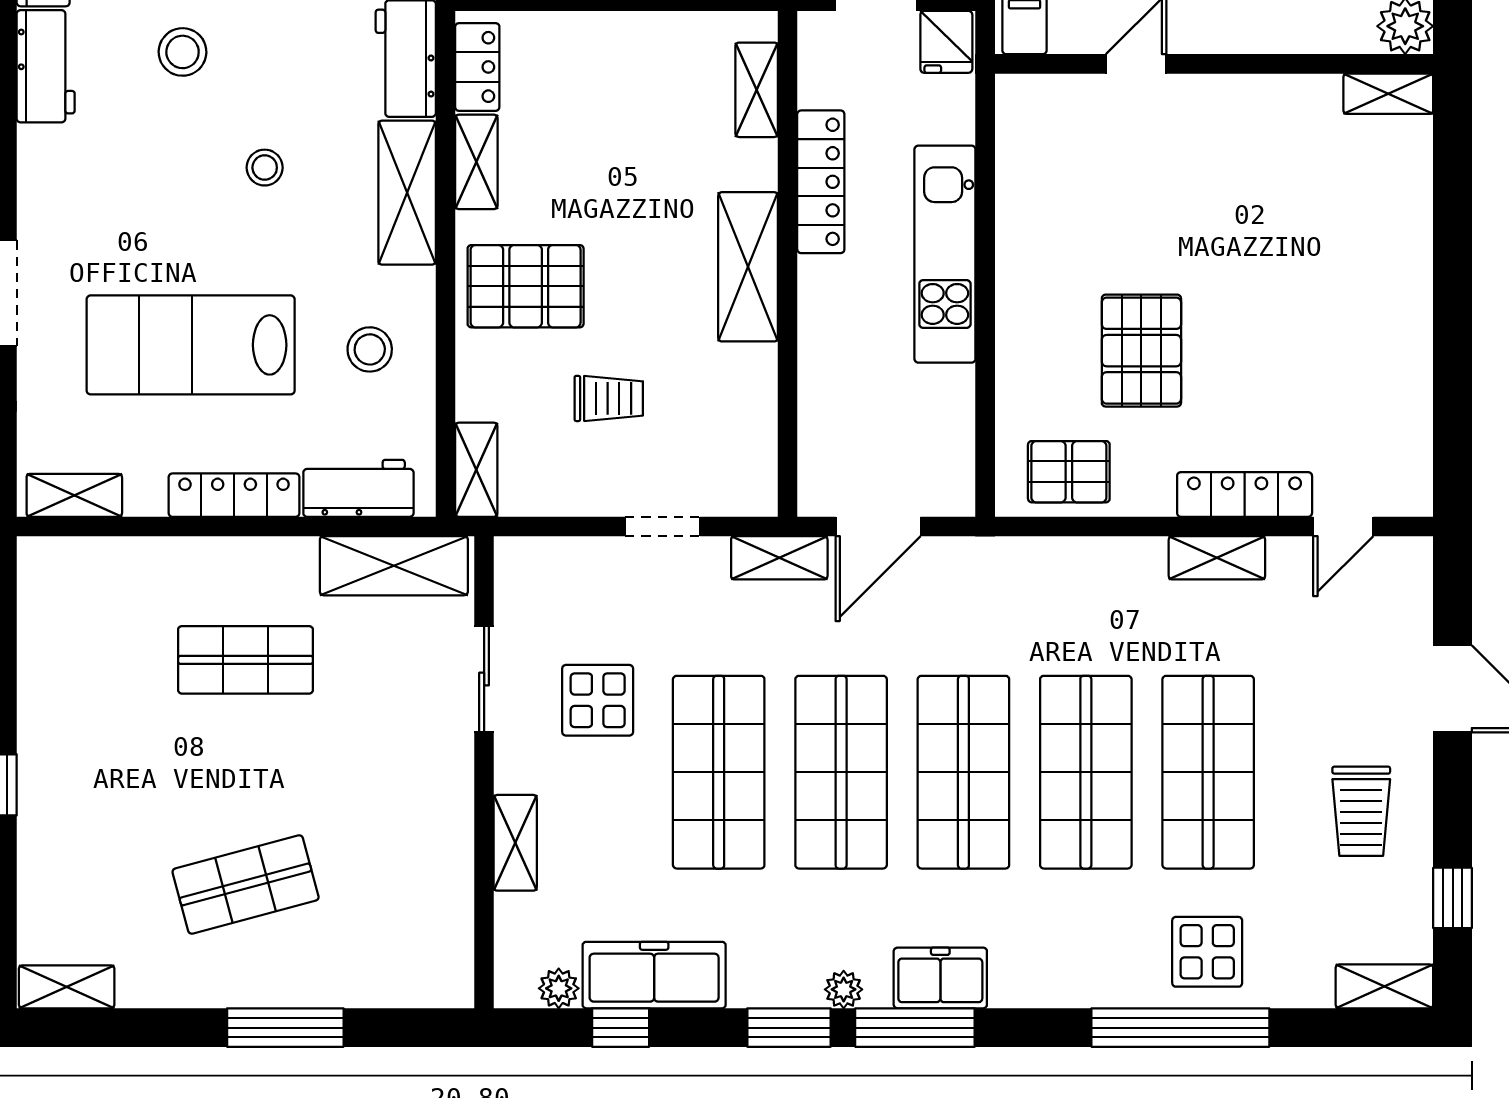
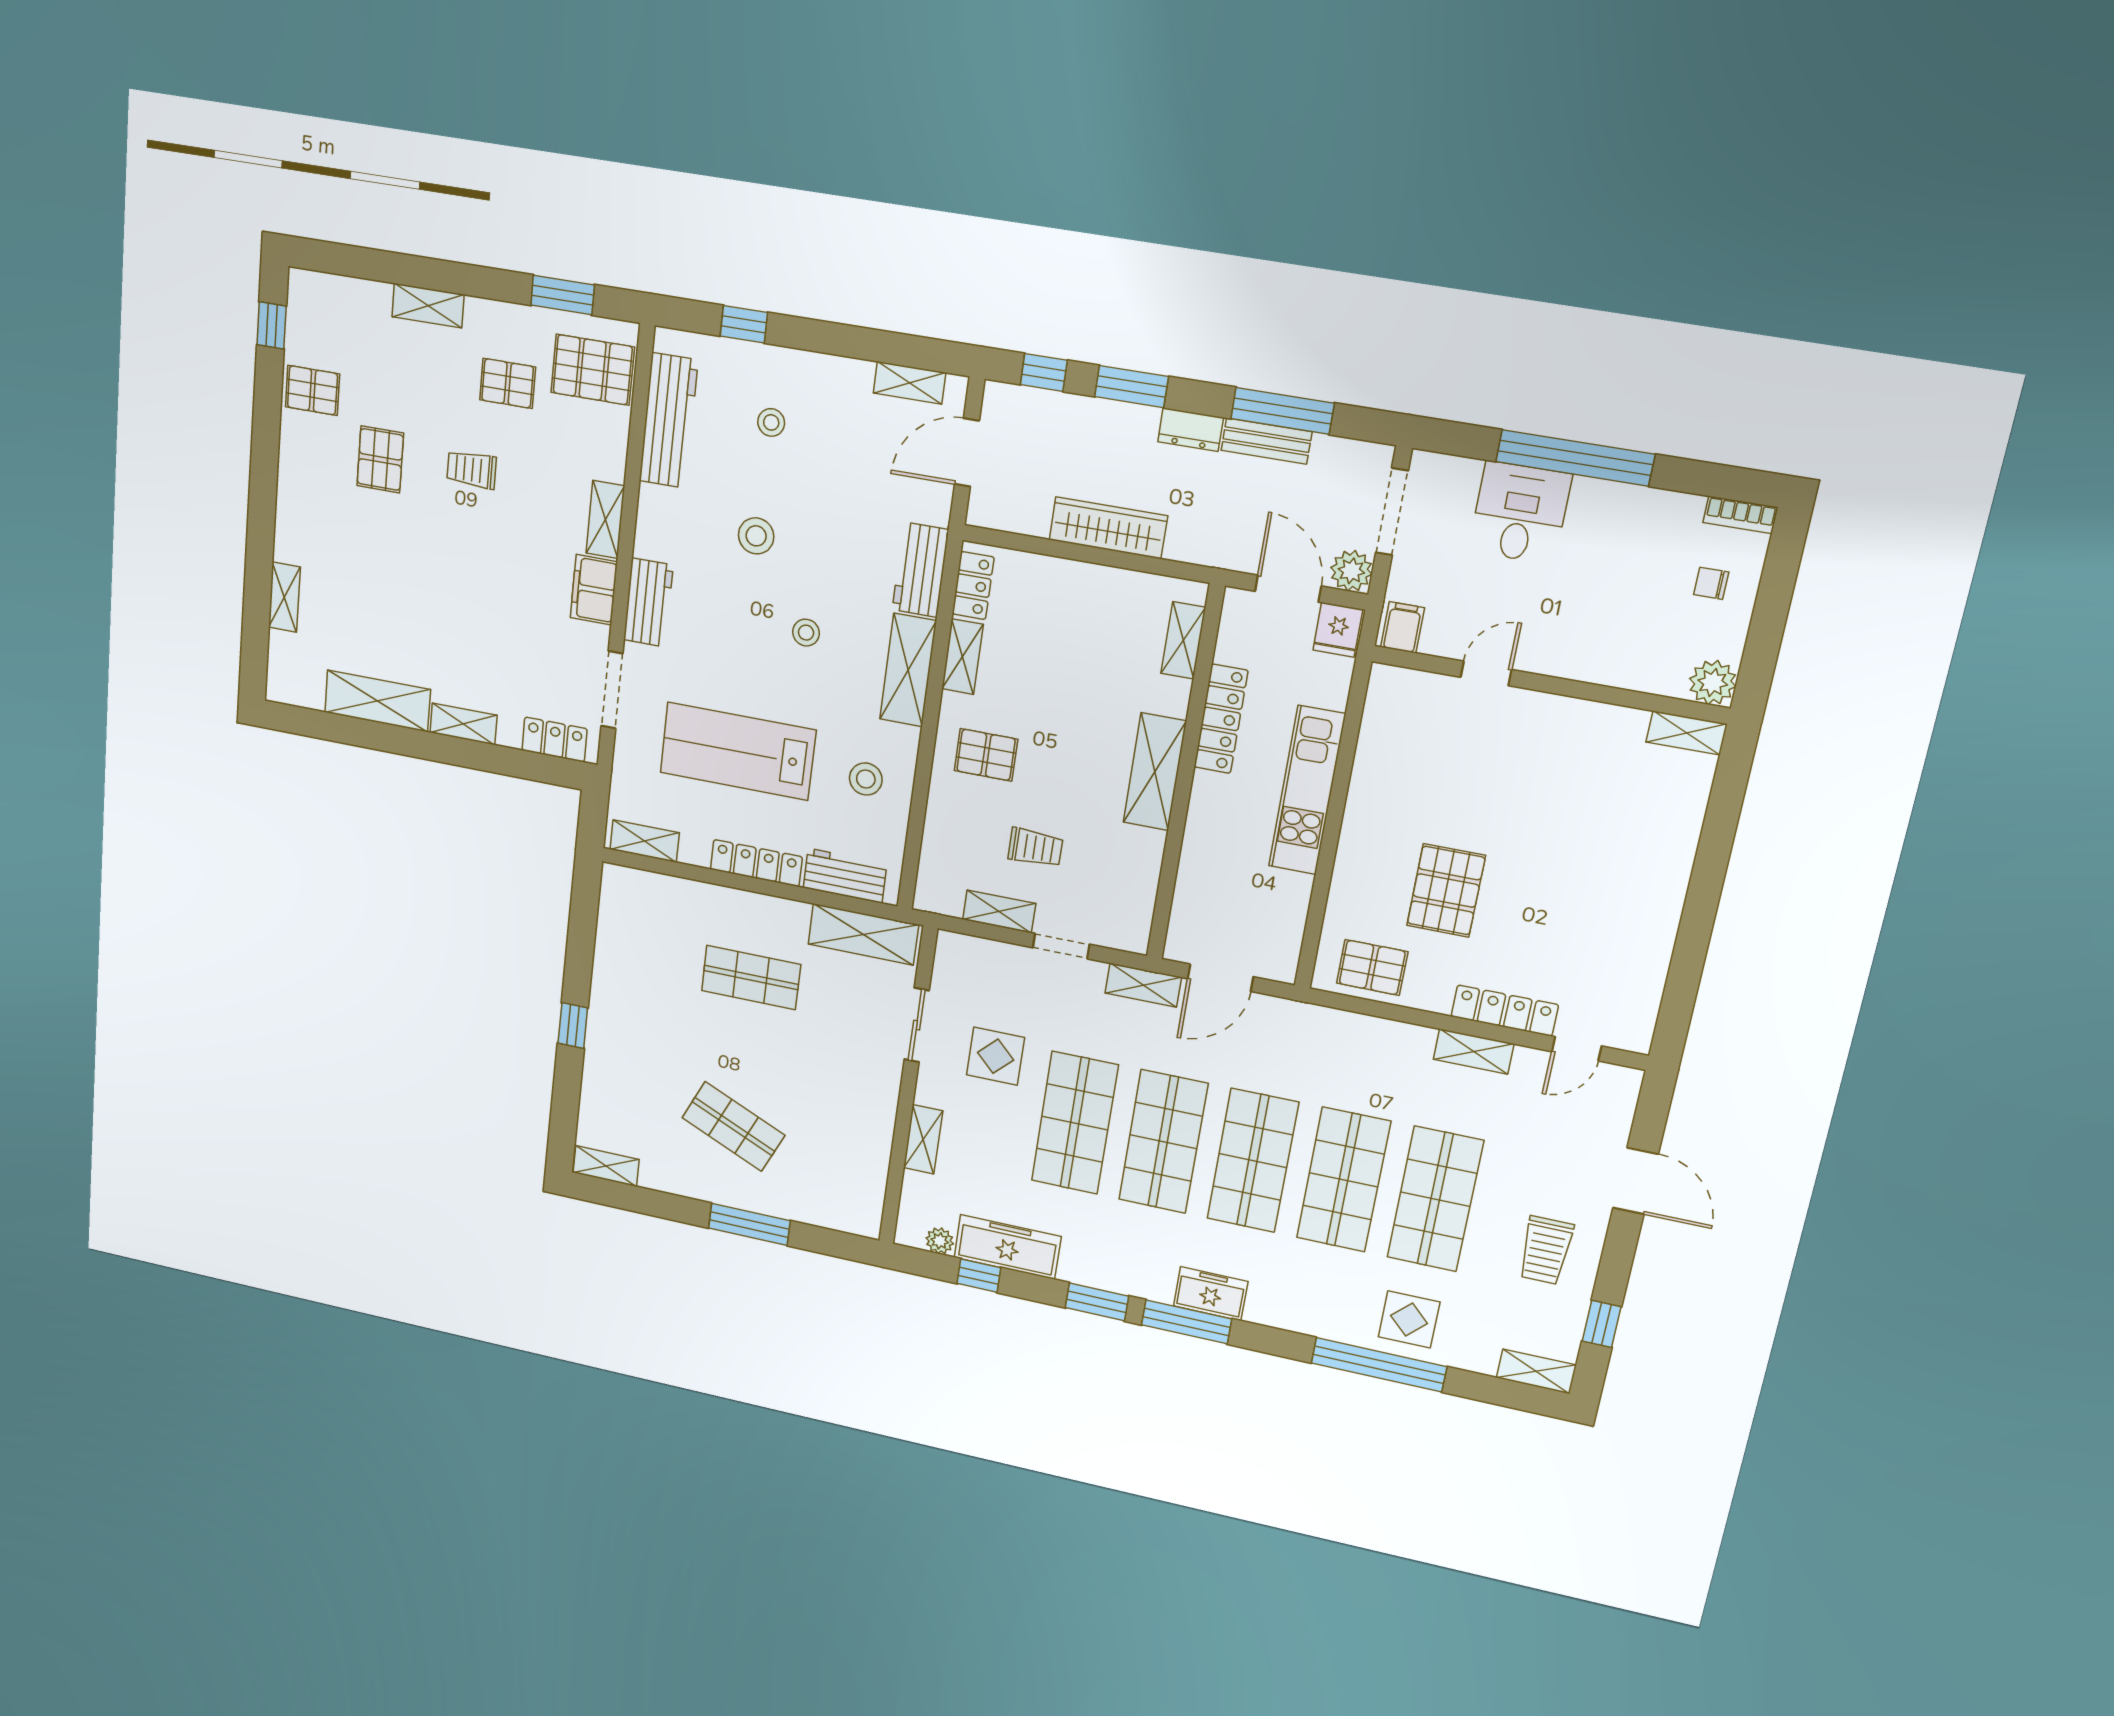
workbench: (46, 66) -> (648, 603), moved
pallet: (526, 286) -> (986, 755), width x0.67, depth x0.71
shelving: (476, 470) -> (999, 911), moved, turned 90
shop shelf: (246, 884) -> (733, 1126), turned 39
plant: (844, 989) -> (1140, 1286), removed

